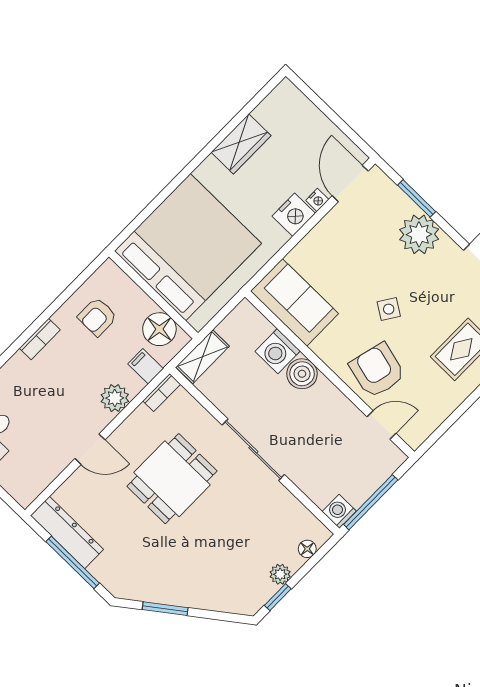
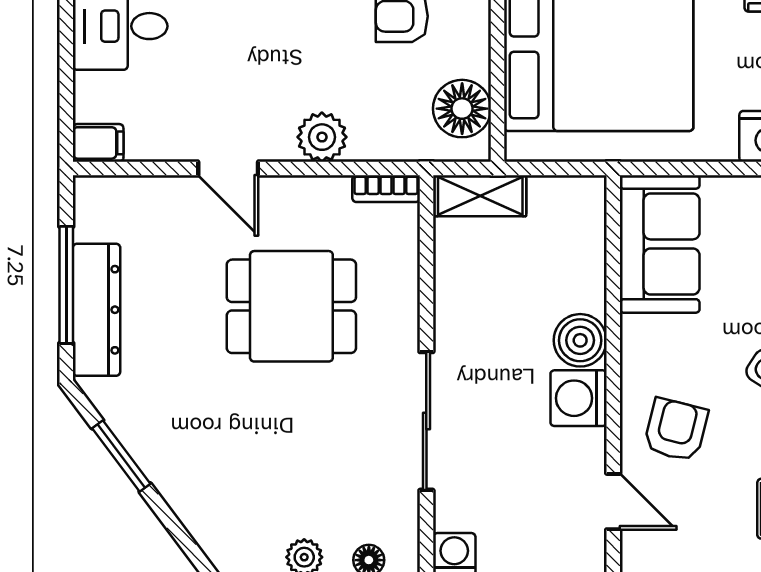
washing machine: (278, 351) -> (579, 398), moved
filing cabinet: (146, 366) -> (98, 143), moved, turned 90
armchair: (377, 370) -> (676, 430), width x0.72, depth x0.72
sliding door: (253, 450) -> (426, 421), moved
dresser: (67, 533) -> (97, 310), moved

